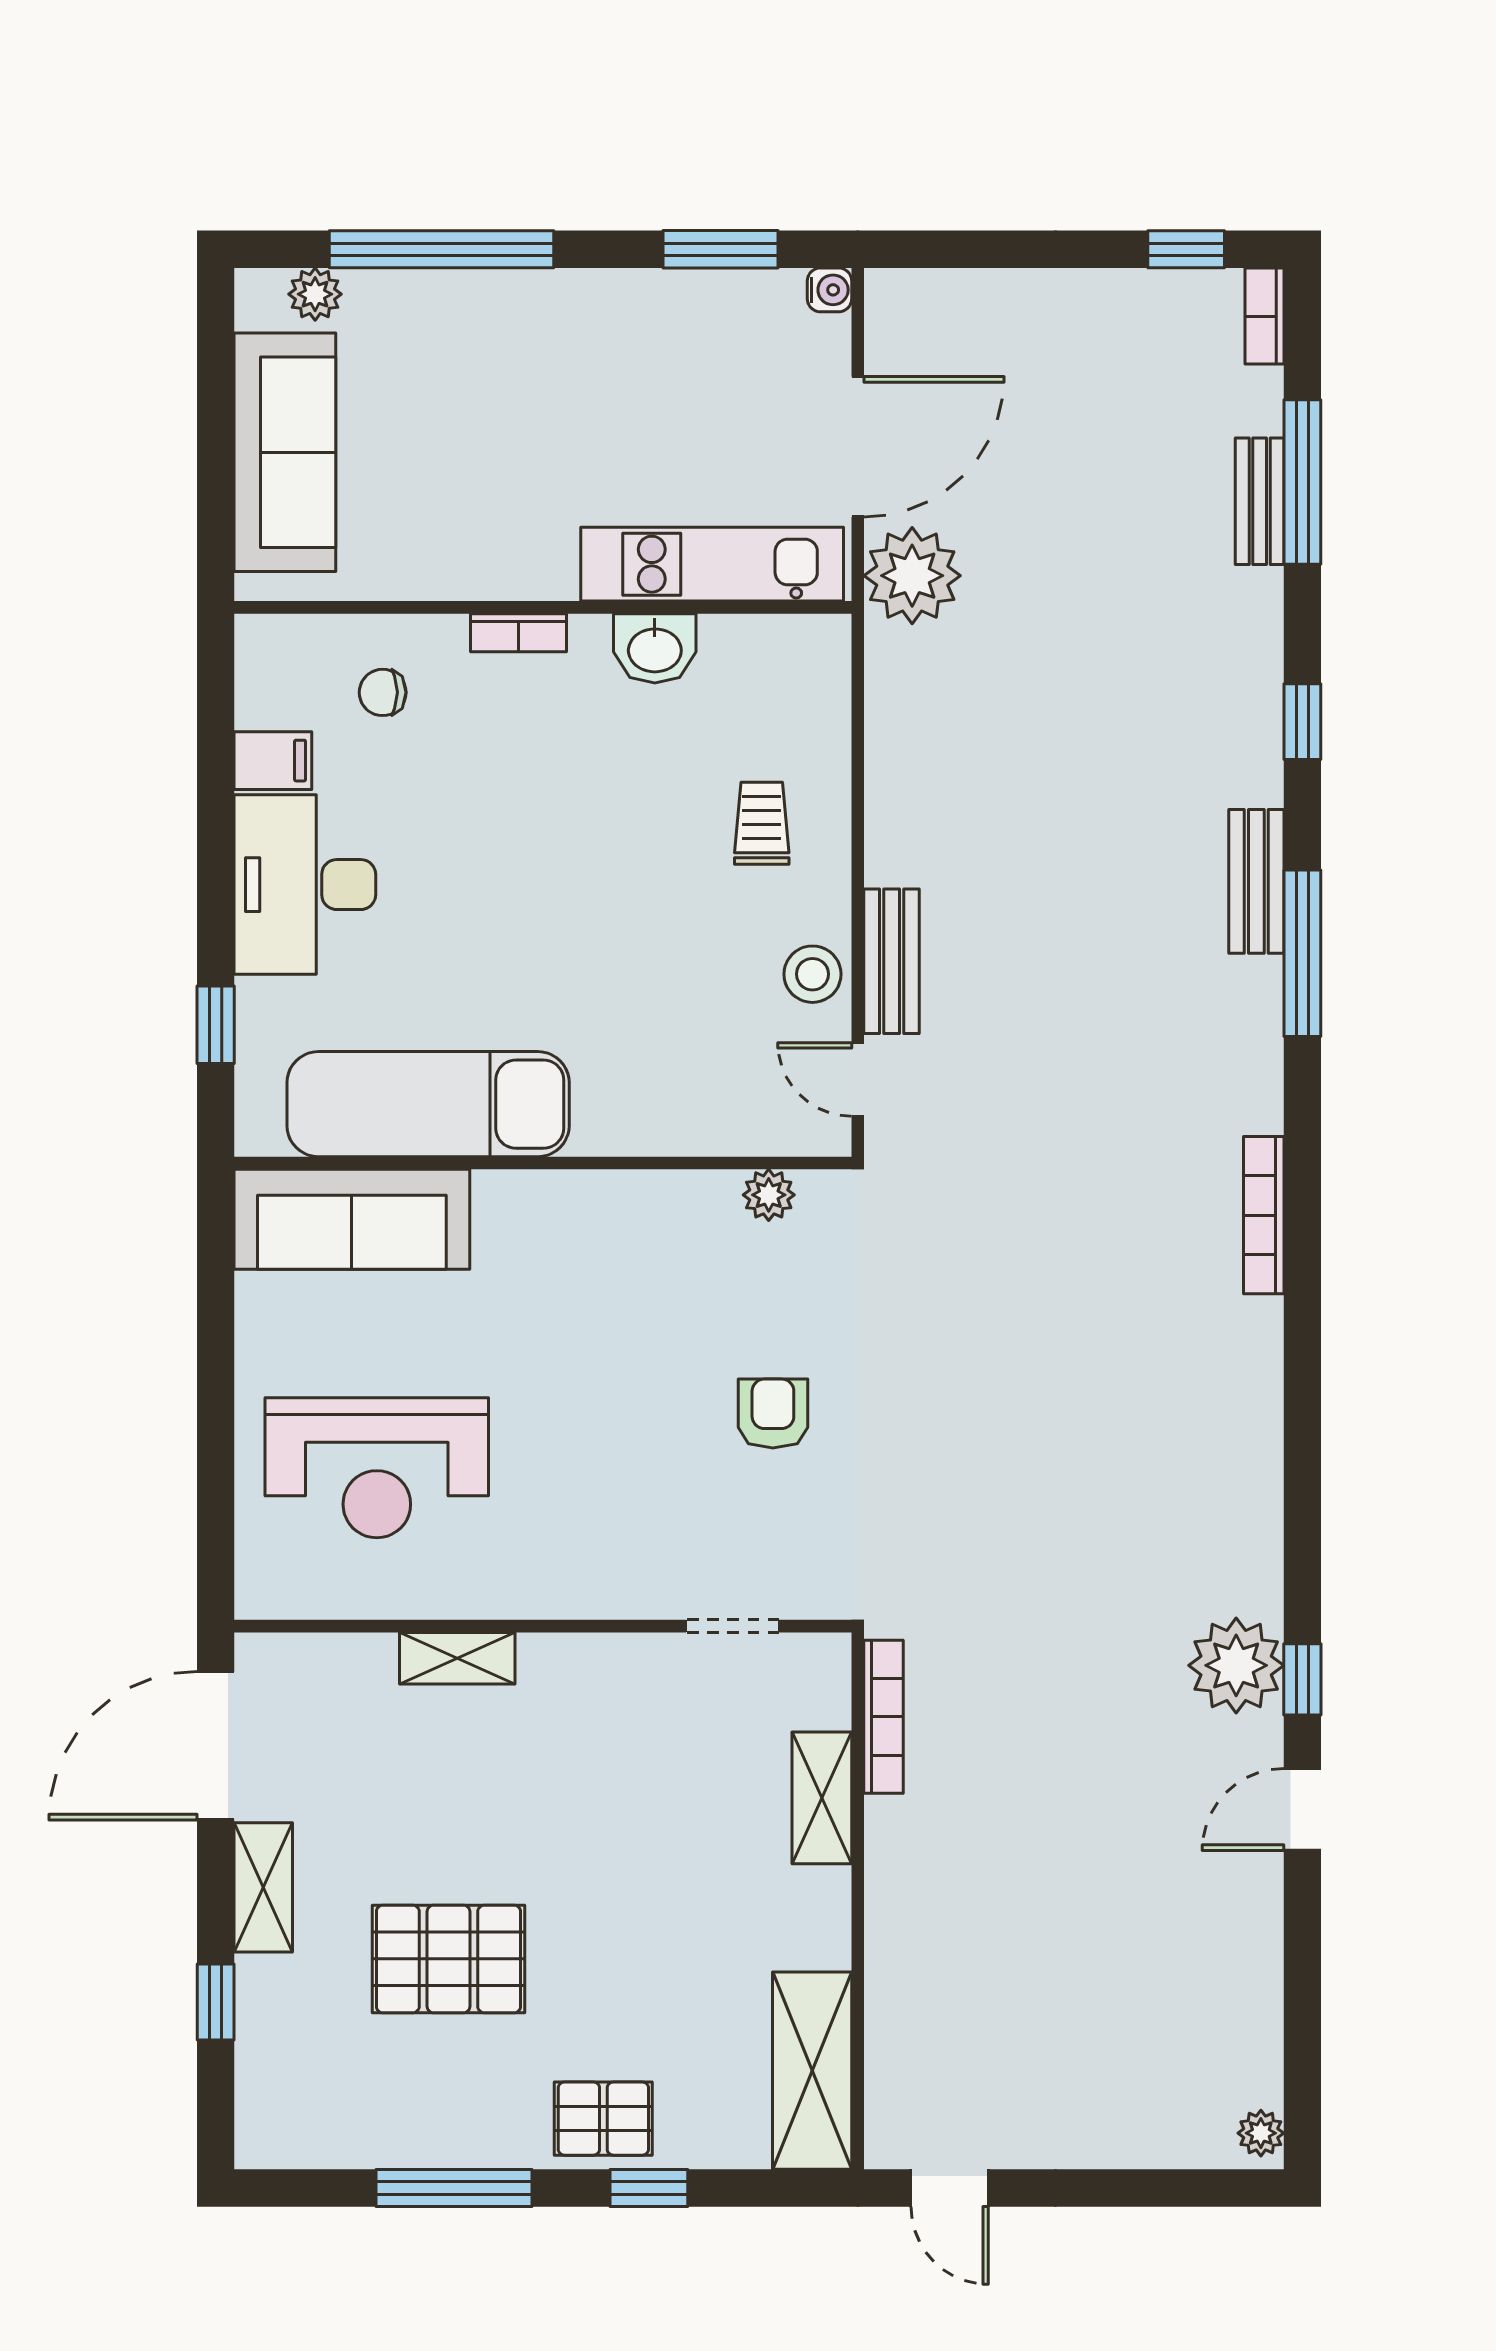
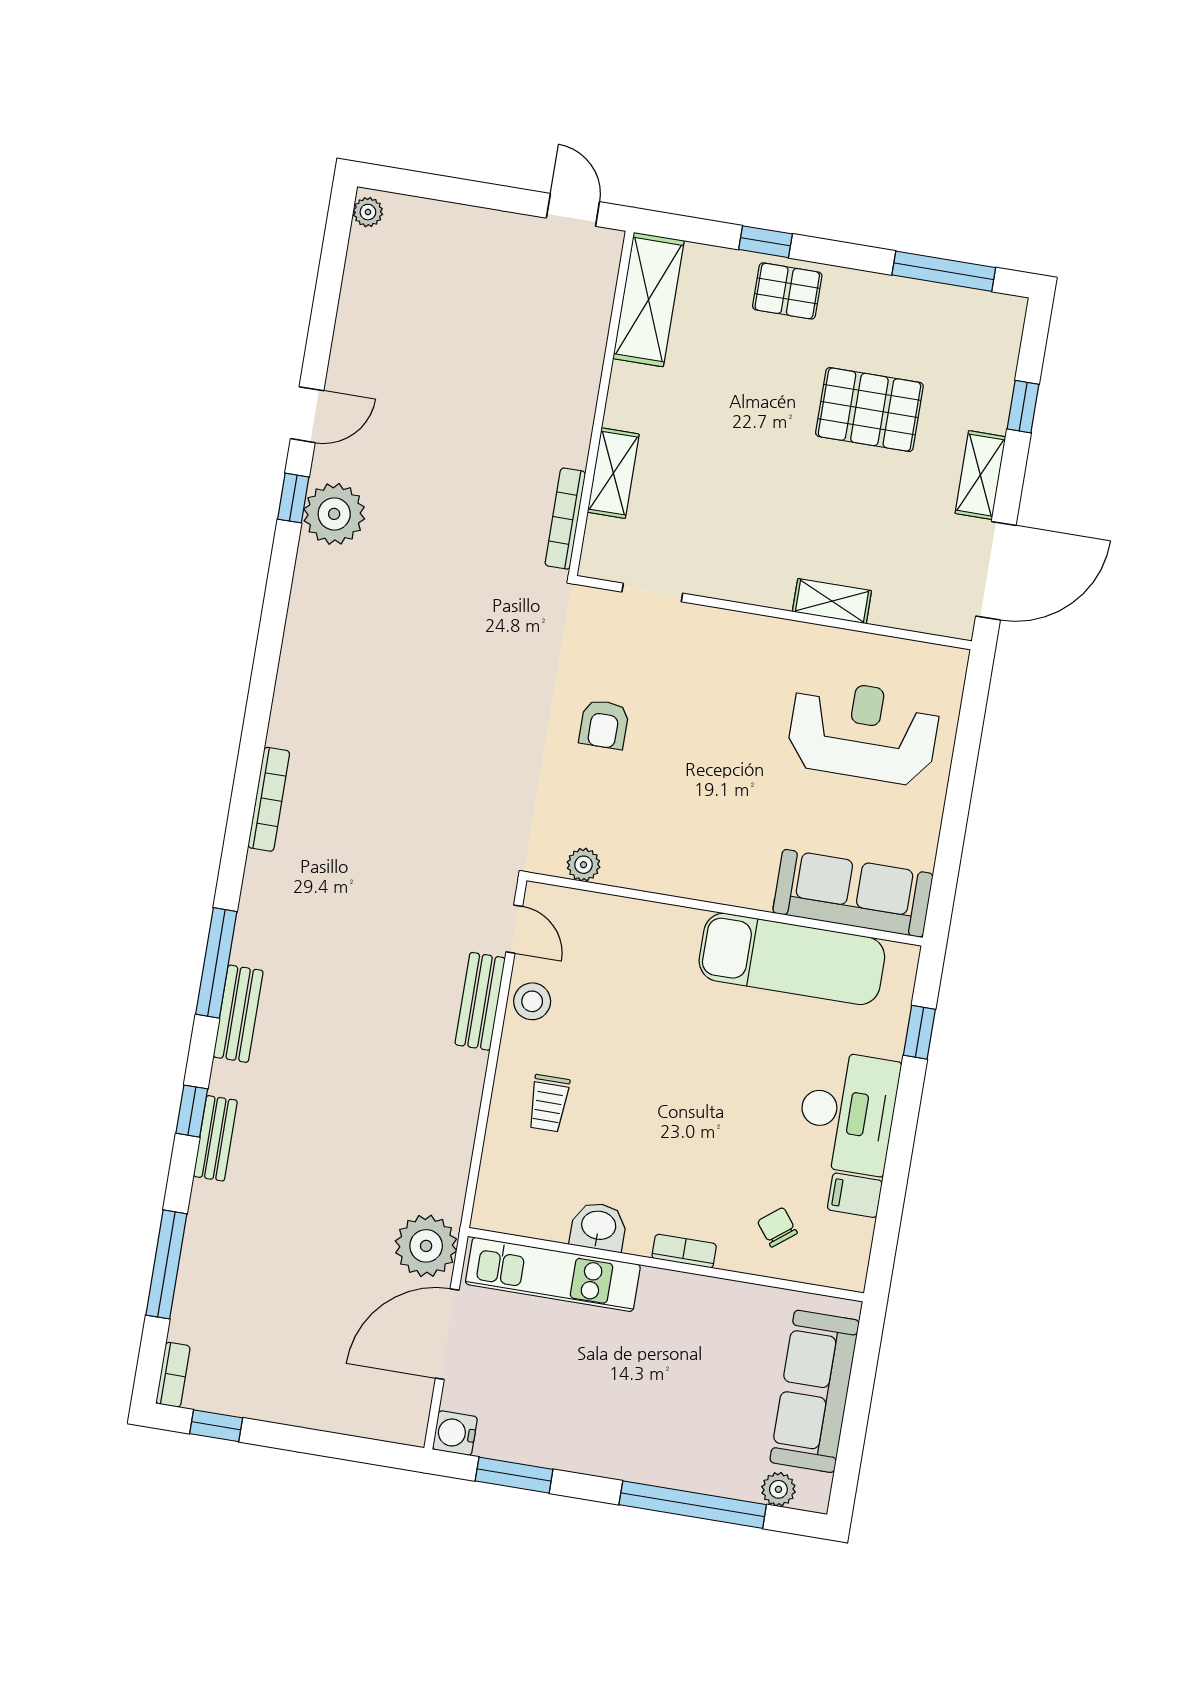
water cooler: (830, 290) -> (455, 1433), width x1.38, depth x1.38
bench: (1260, 501) -> (215, 1138), moved
chair: (383, 692) -> (777, 1227), turned -128
window: (454, 2188) -> (944, 271), moved

